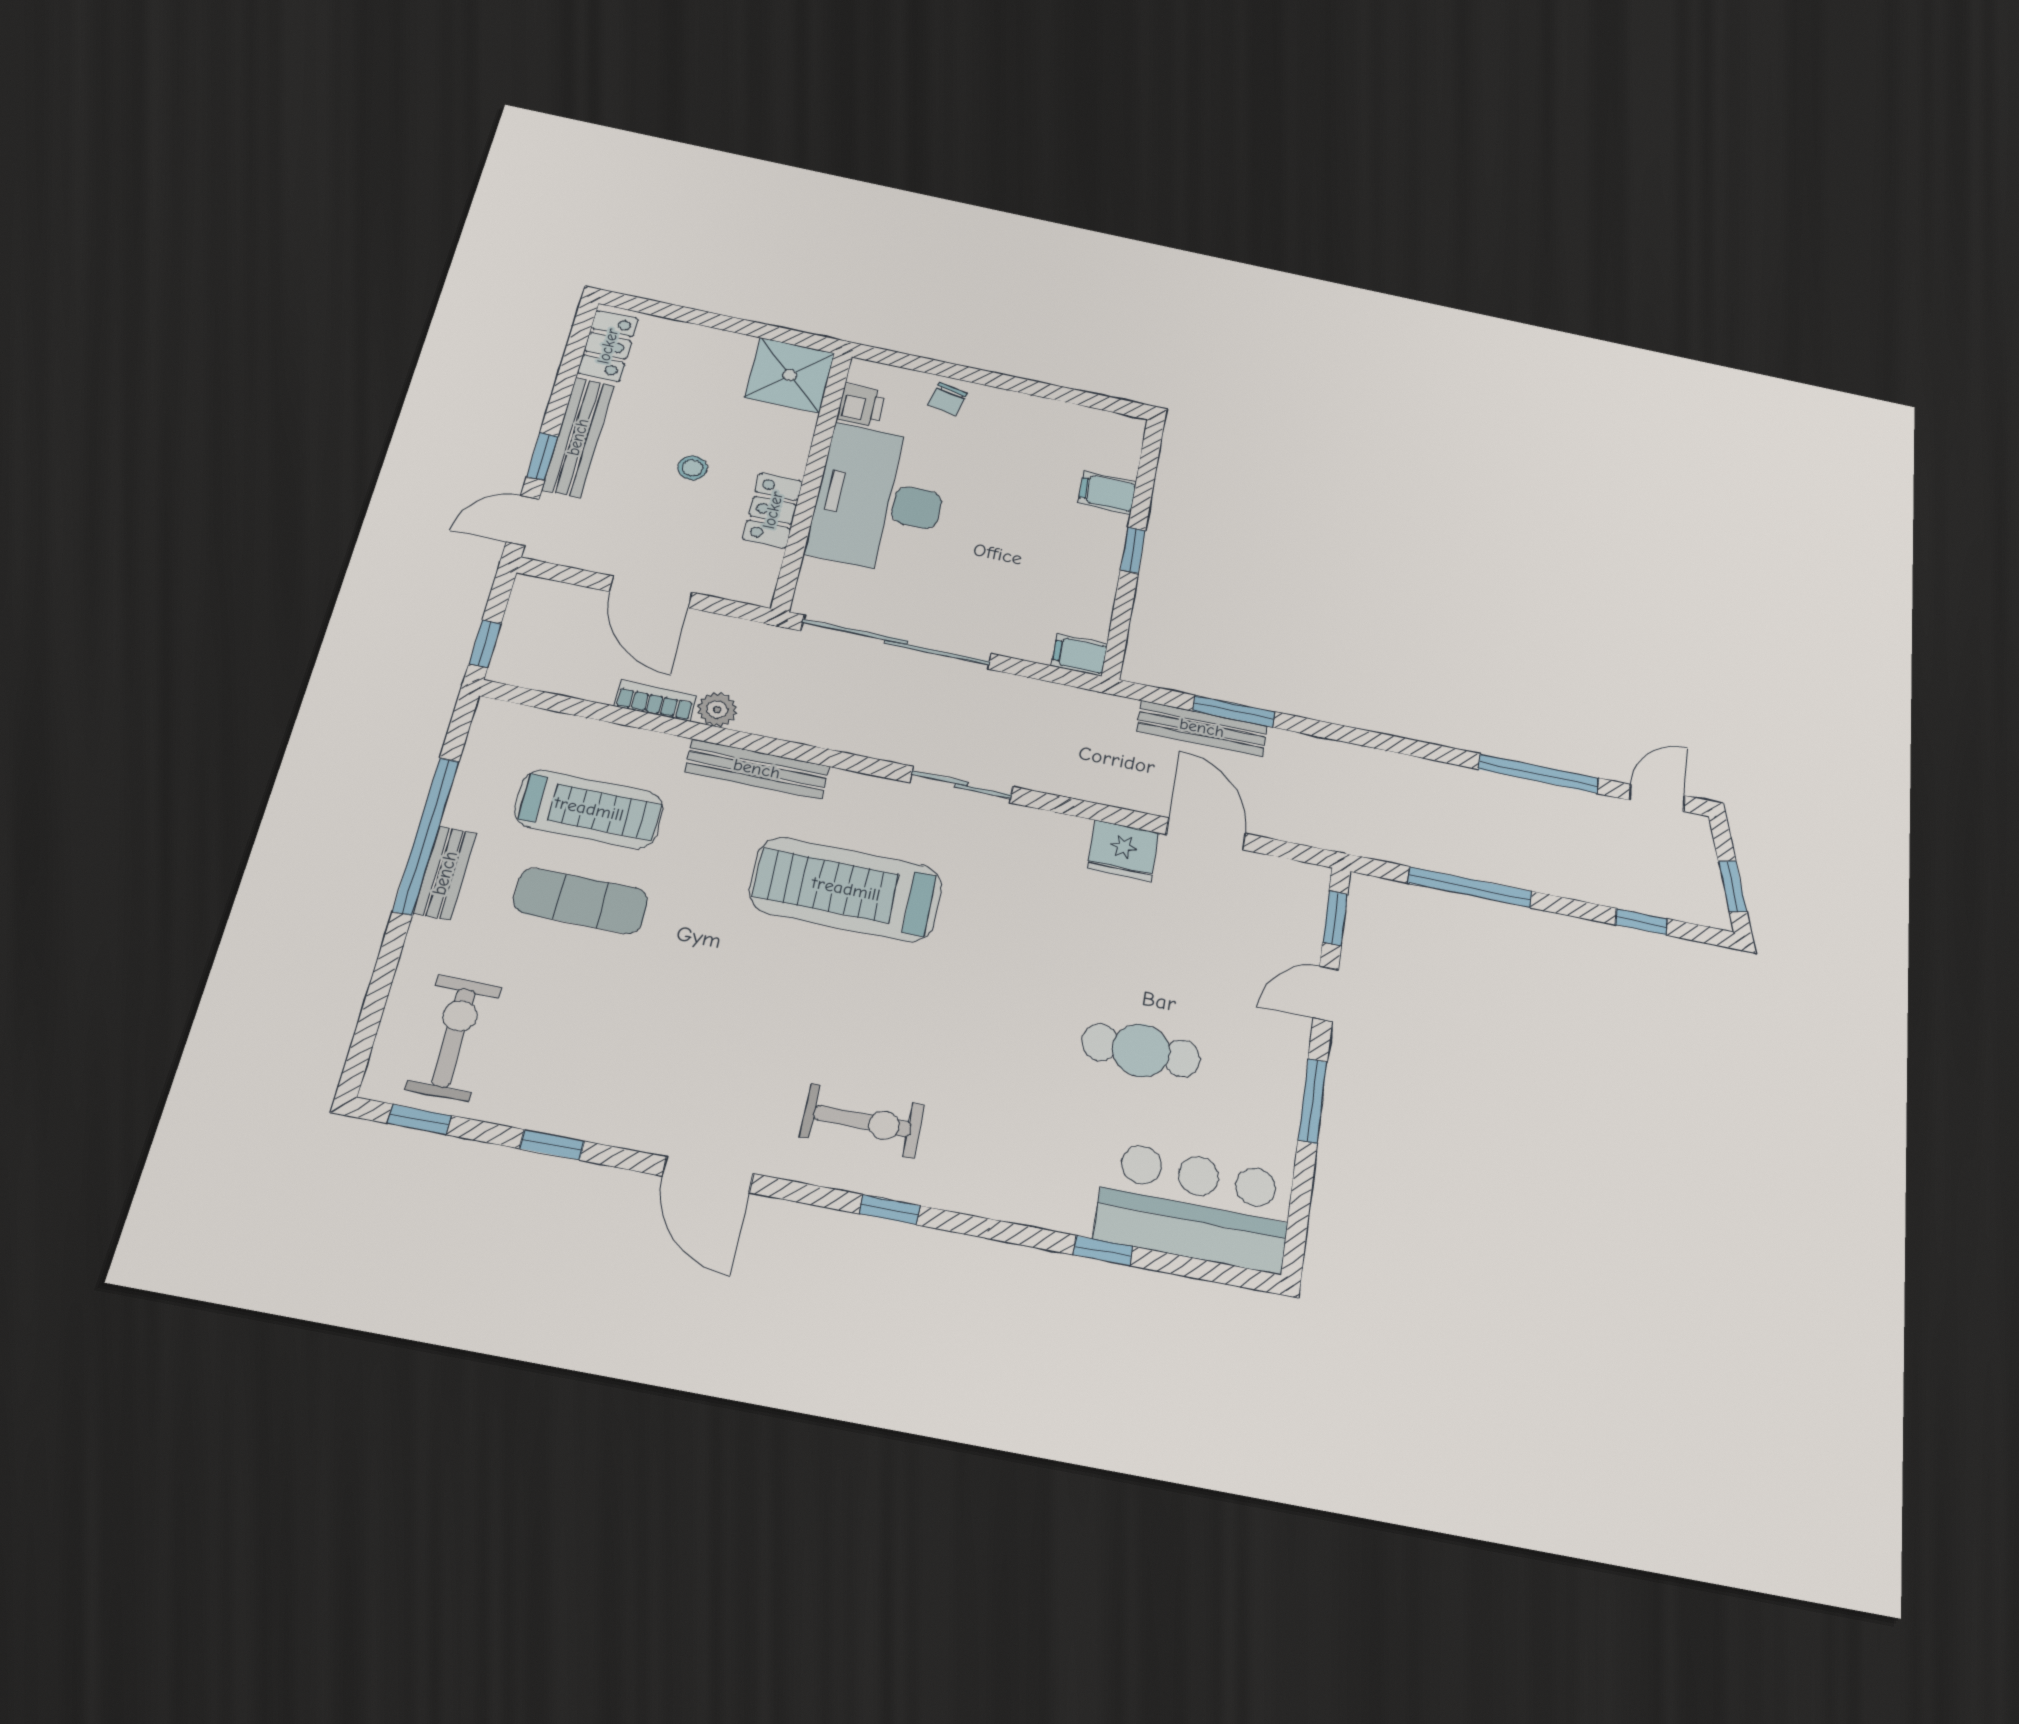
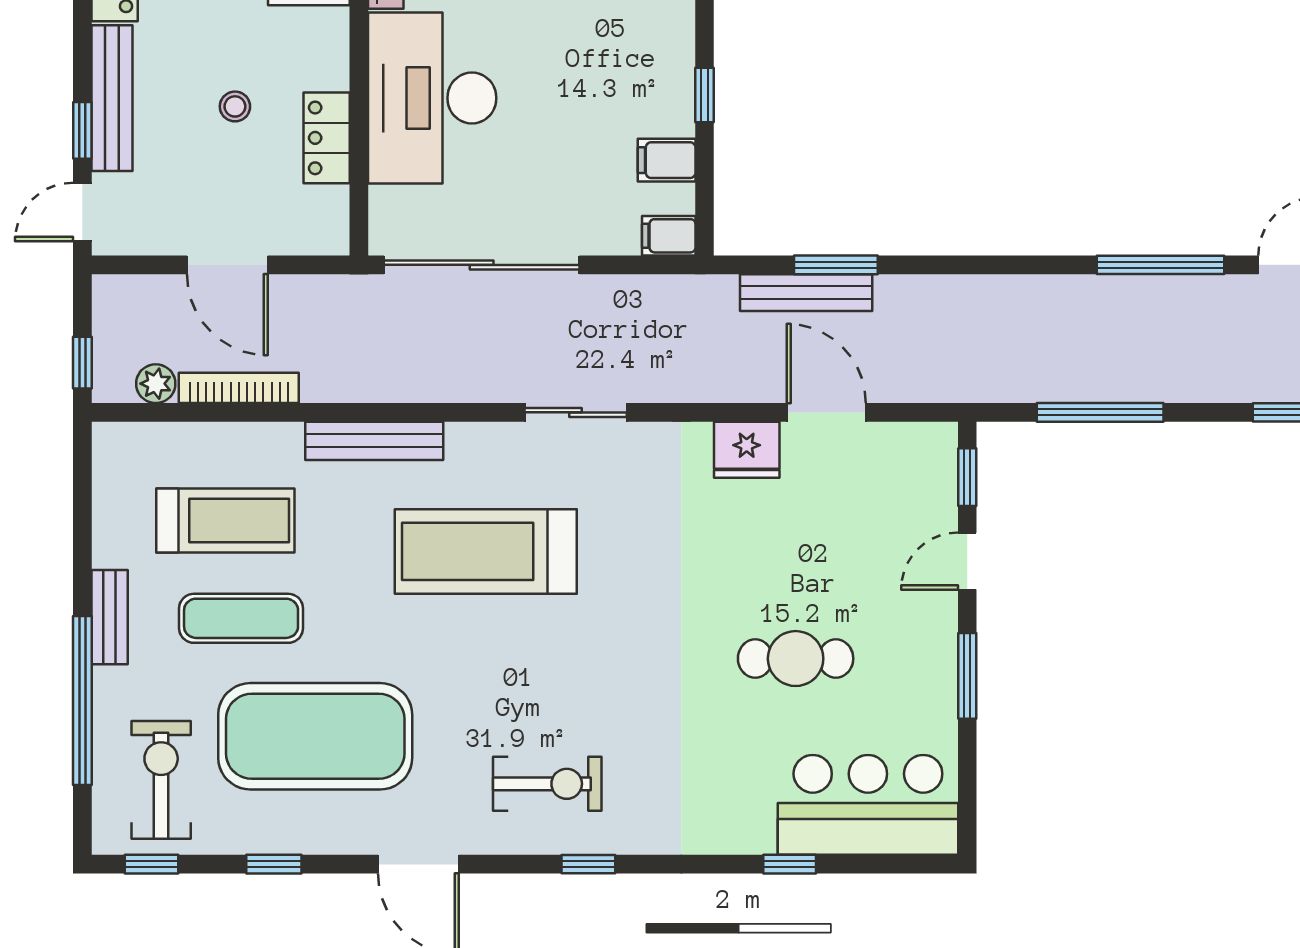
filing cabinet: (1107, 493) -> (667, 160), moved
bookcase: (655, 701) -> (239, 388), width x1.56
plant: (717, 710) -> (156, 384), moved
window: (426, 836) -> (82, 701), moved
exercise mat: (629, 1027) -> (315, 736), added

